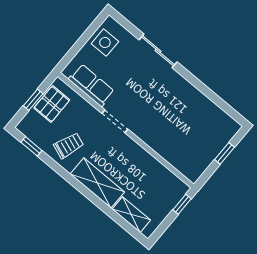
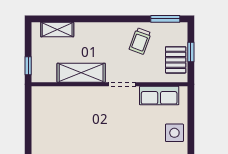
window: (31, 146) -> (165, 19), width x1.50
window: (225, 153) -> (28, 125), removed
shelving: (97, 183) -> (81, 73), moved

